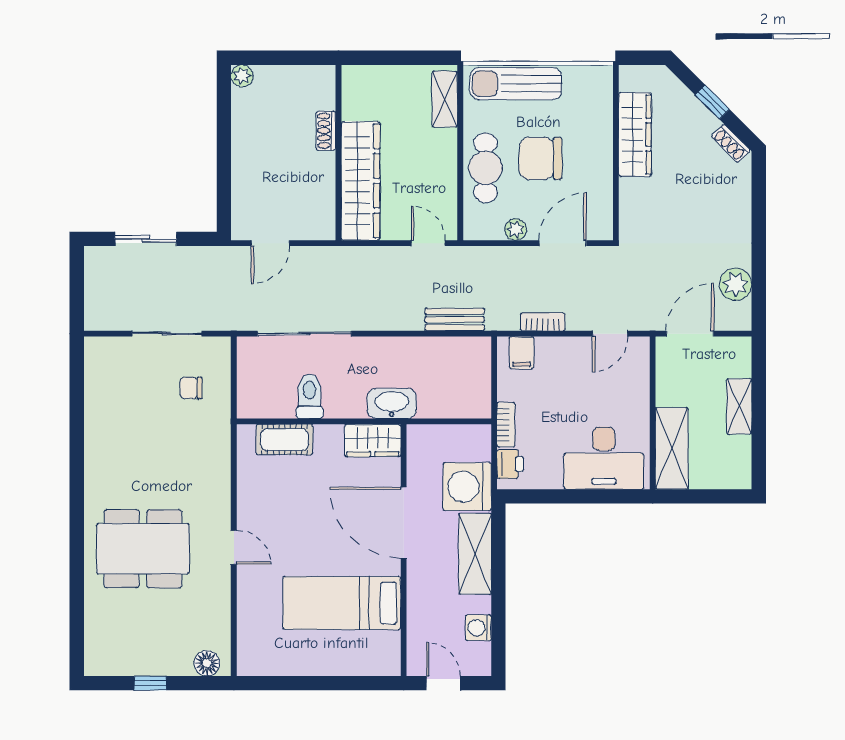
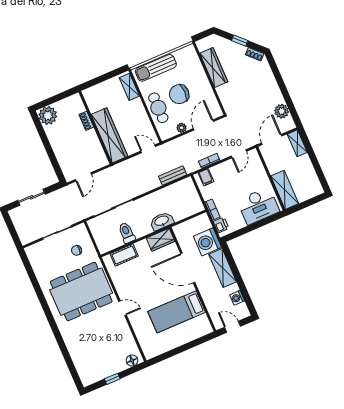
plant: (242, 76) -> (48, 116), width x1.87, depth x1.87
shelving: (739, 406) -> (297, 143), moved
dining table: (143, 549) -> (81, 292), moved, width x1.36, depth x1.24

